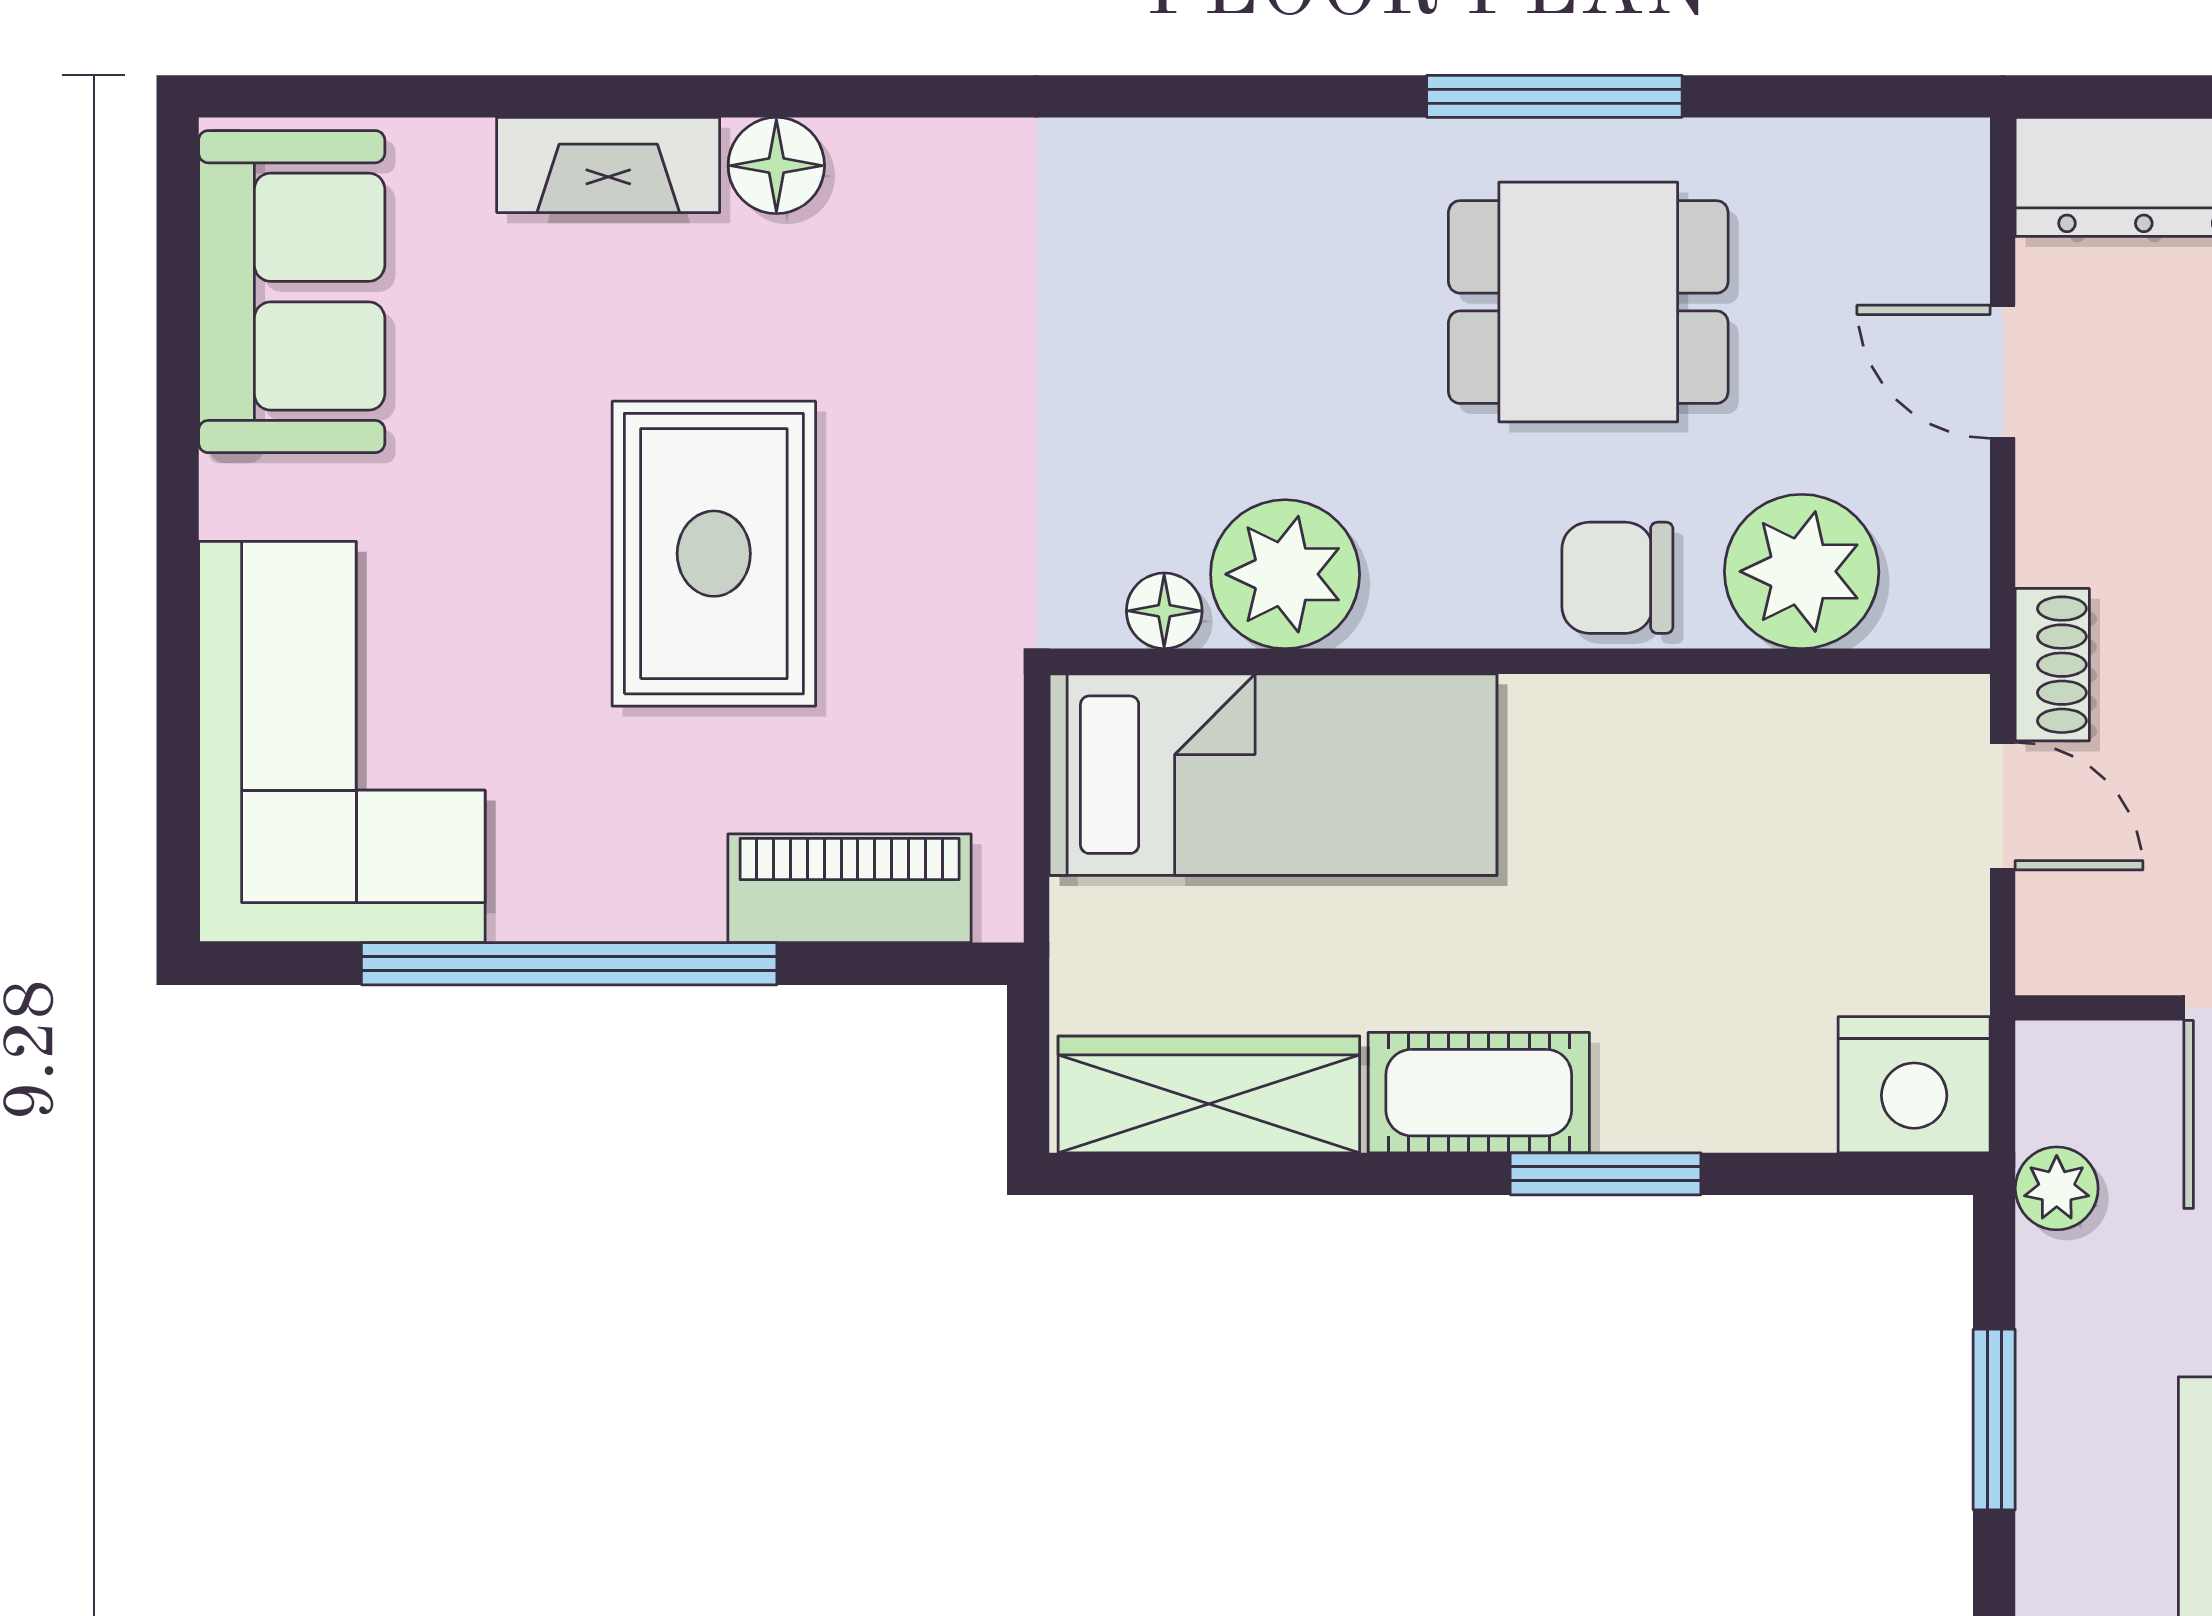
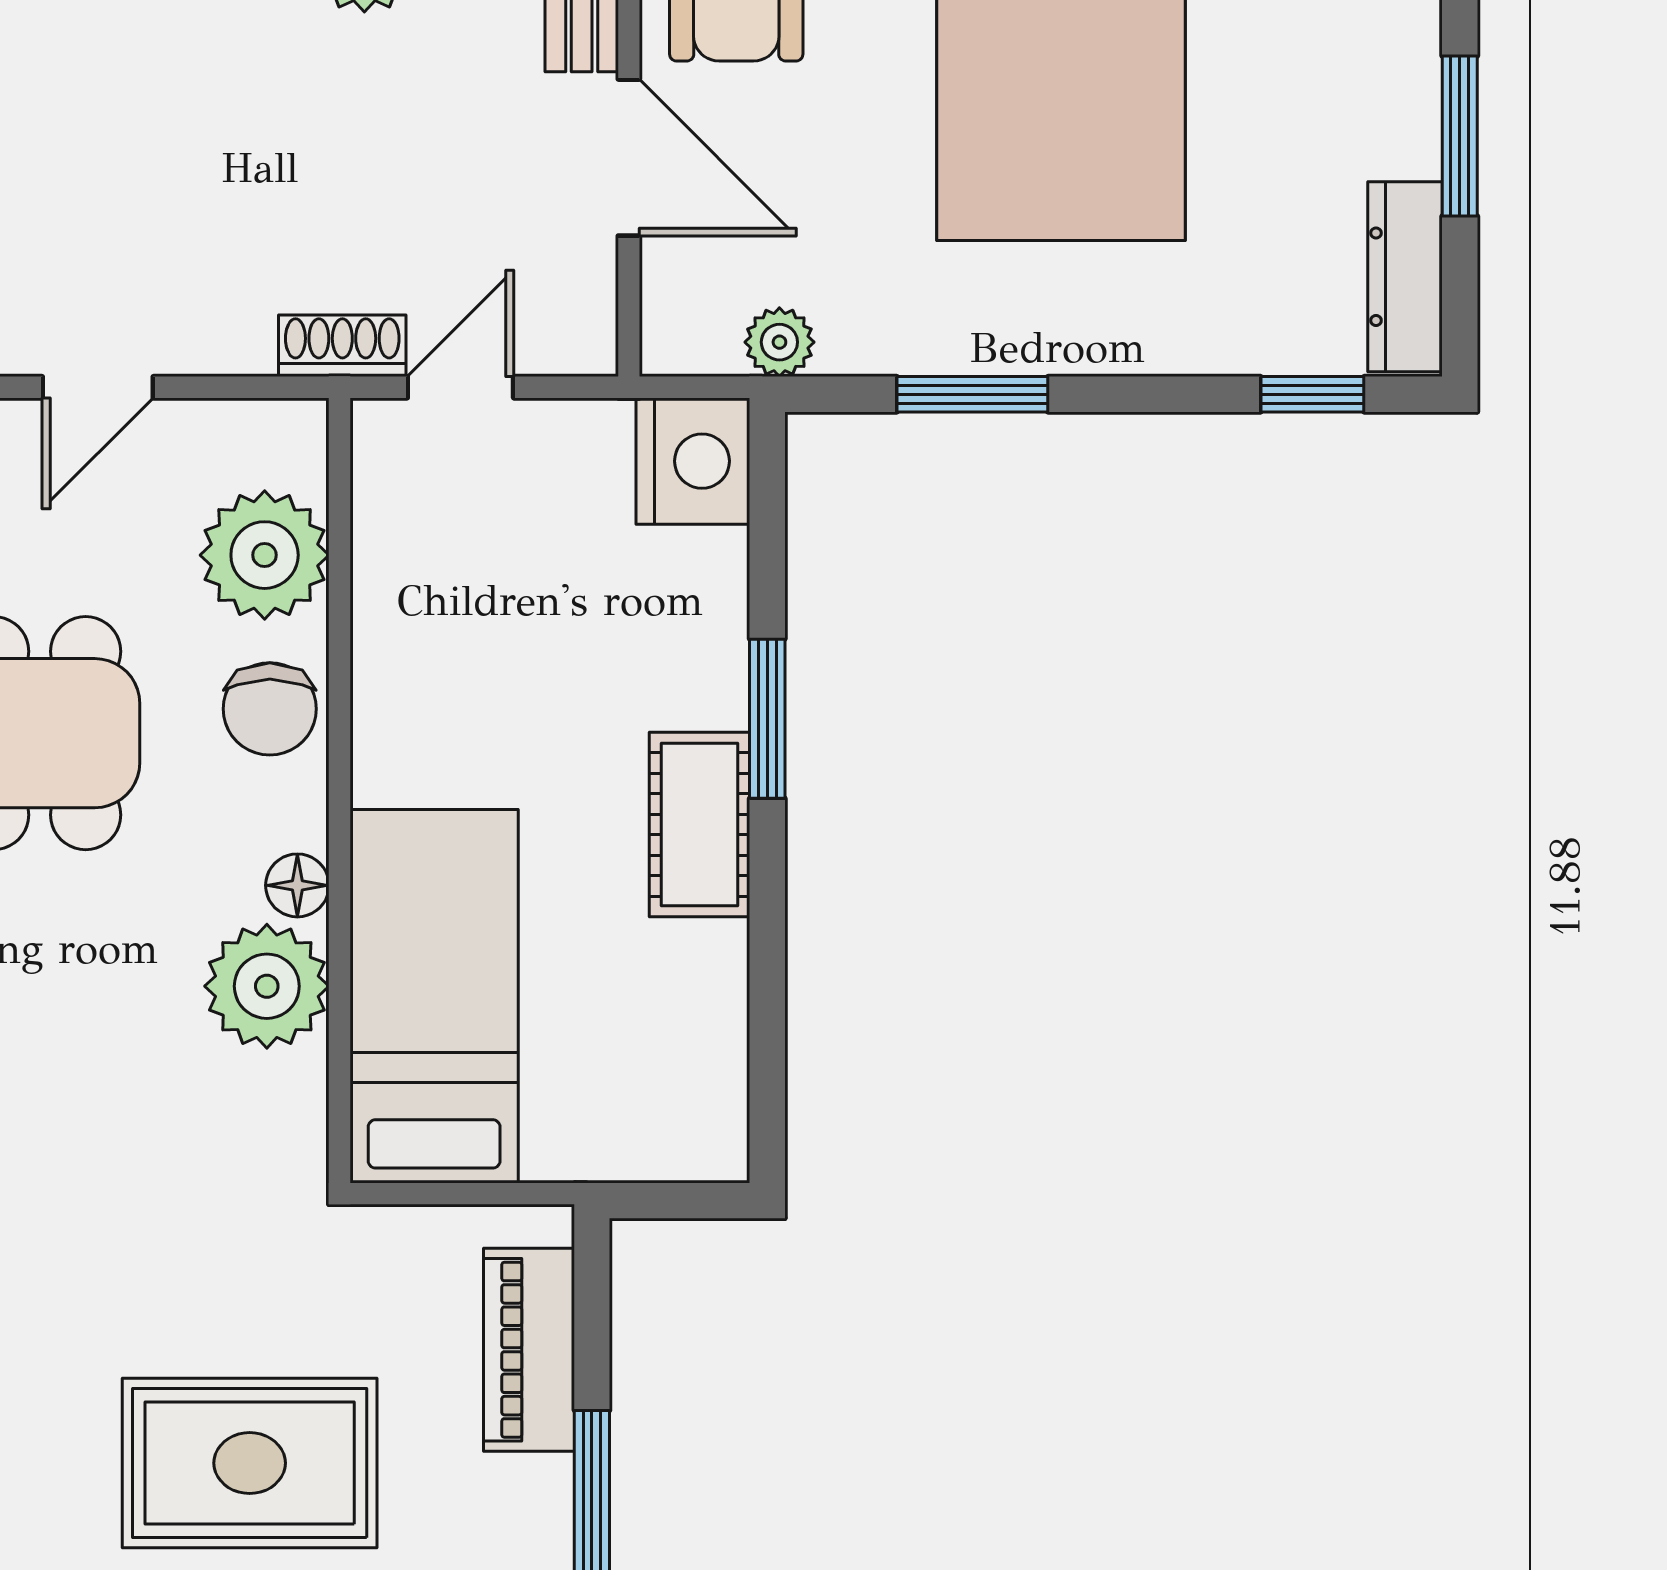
floor lamp: (1164, 611) -> (297, 885), moved
wardrobe: (1209, 1094) -> (701, 1050), removed

